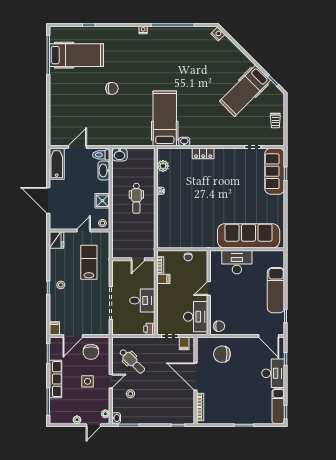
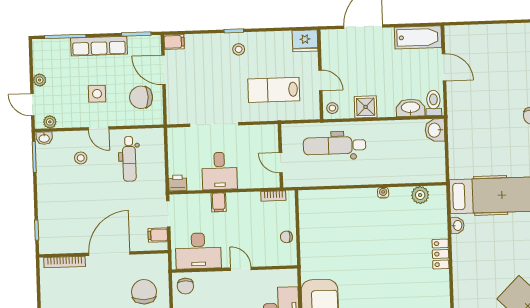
dental chair: (136, 198) -> (335, 146), moved, width x1.36, depth x1.38
lab bench: (89, 262) -> (274, 90), turned 180
filing cabinet: (163, 279) -> (219, 202), moved
dental chair: (132, 361) -> (129, 159), turned -44

